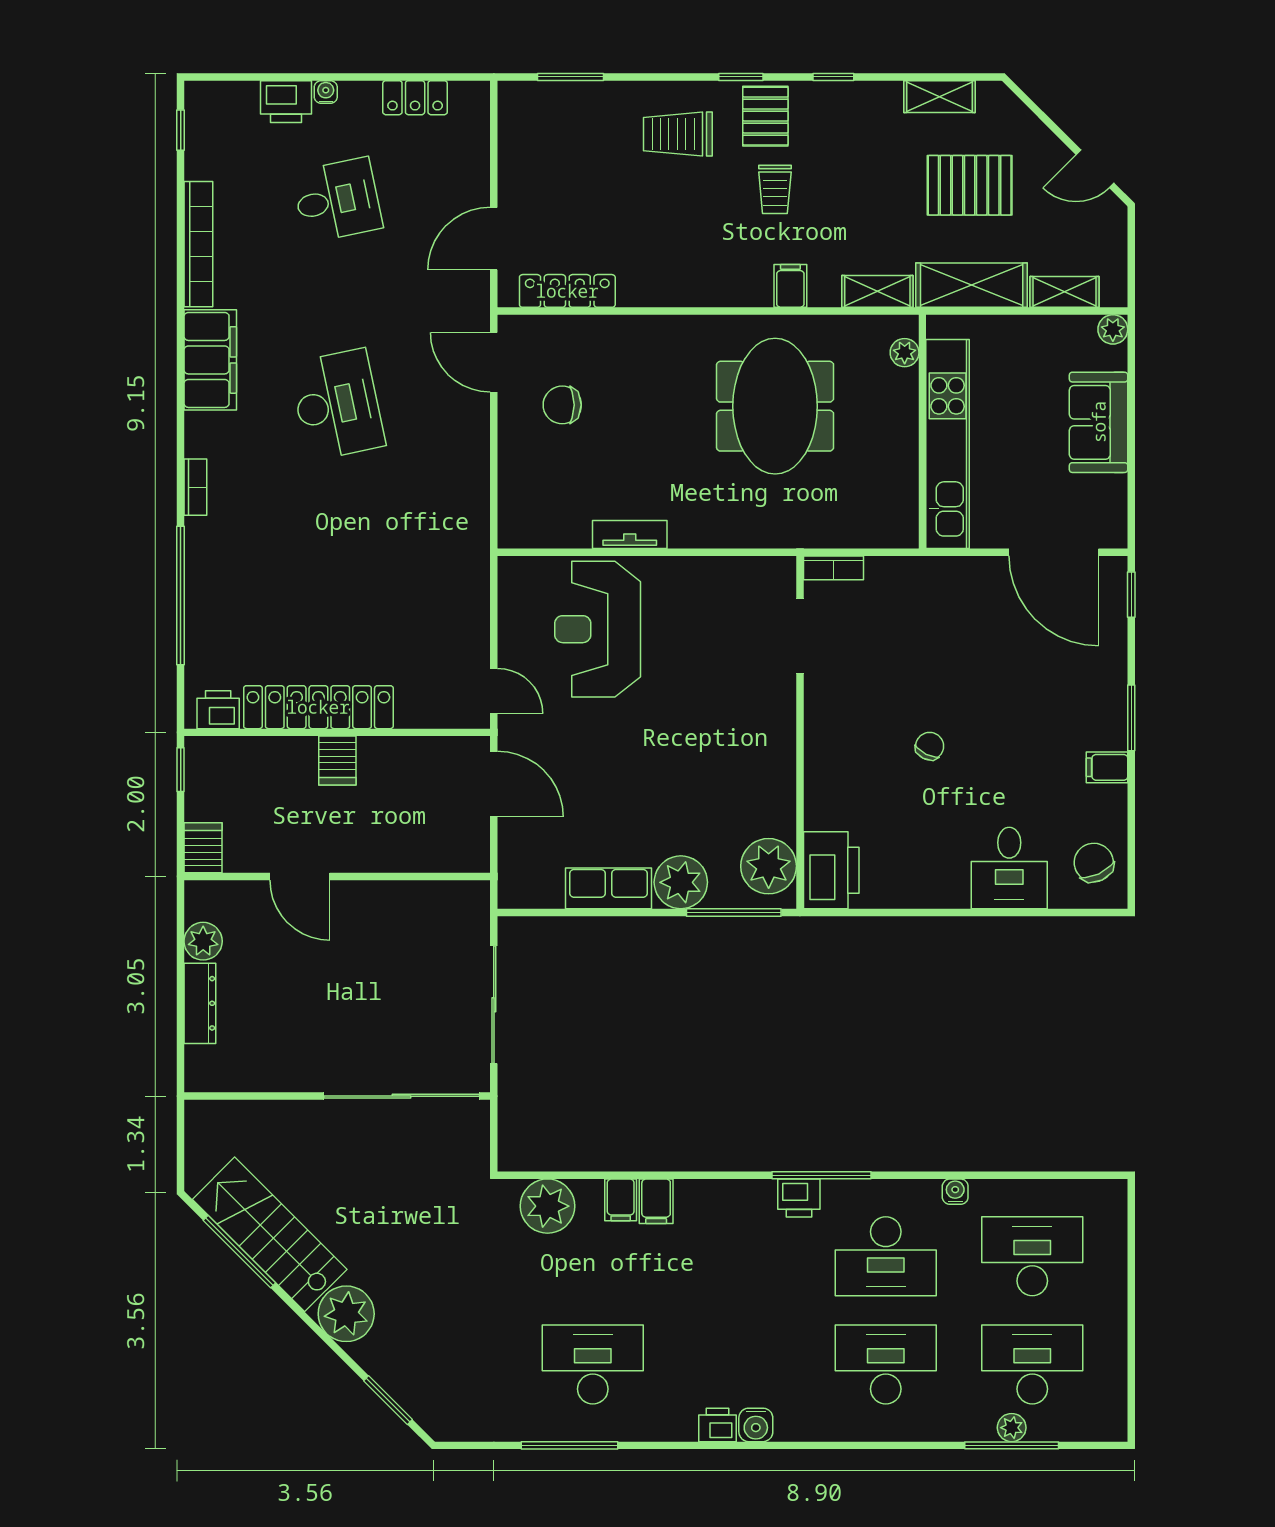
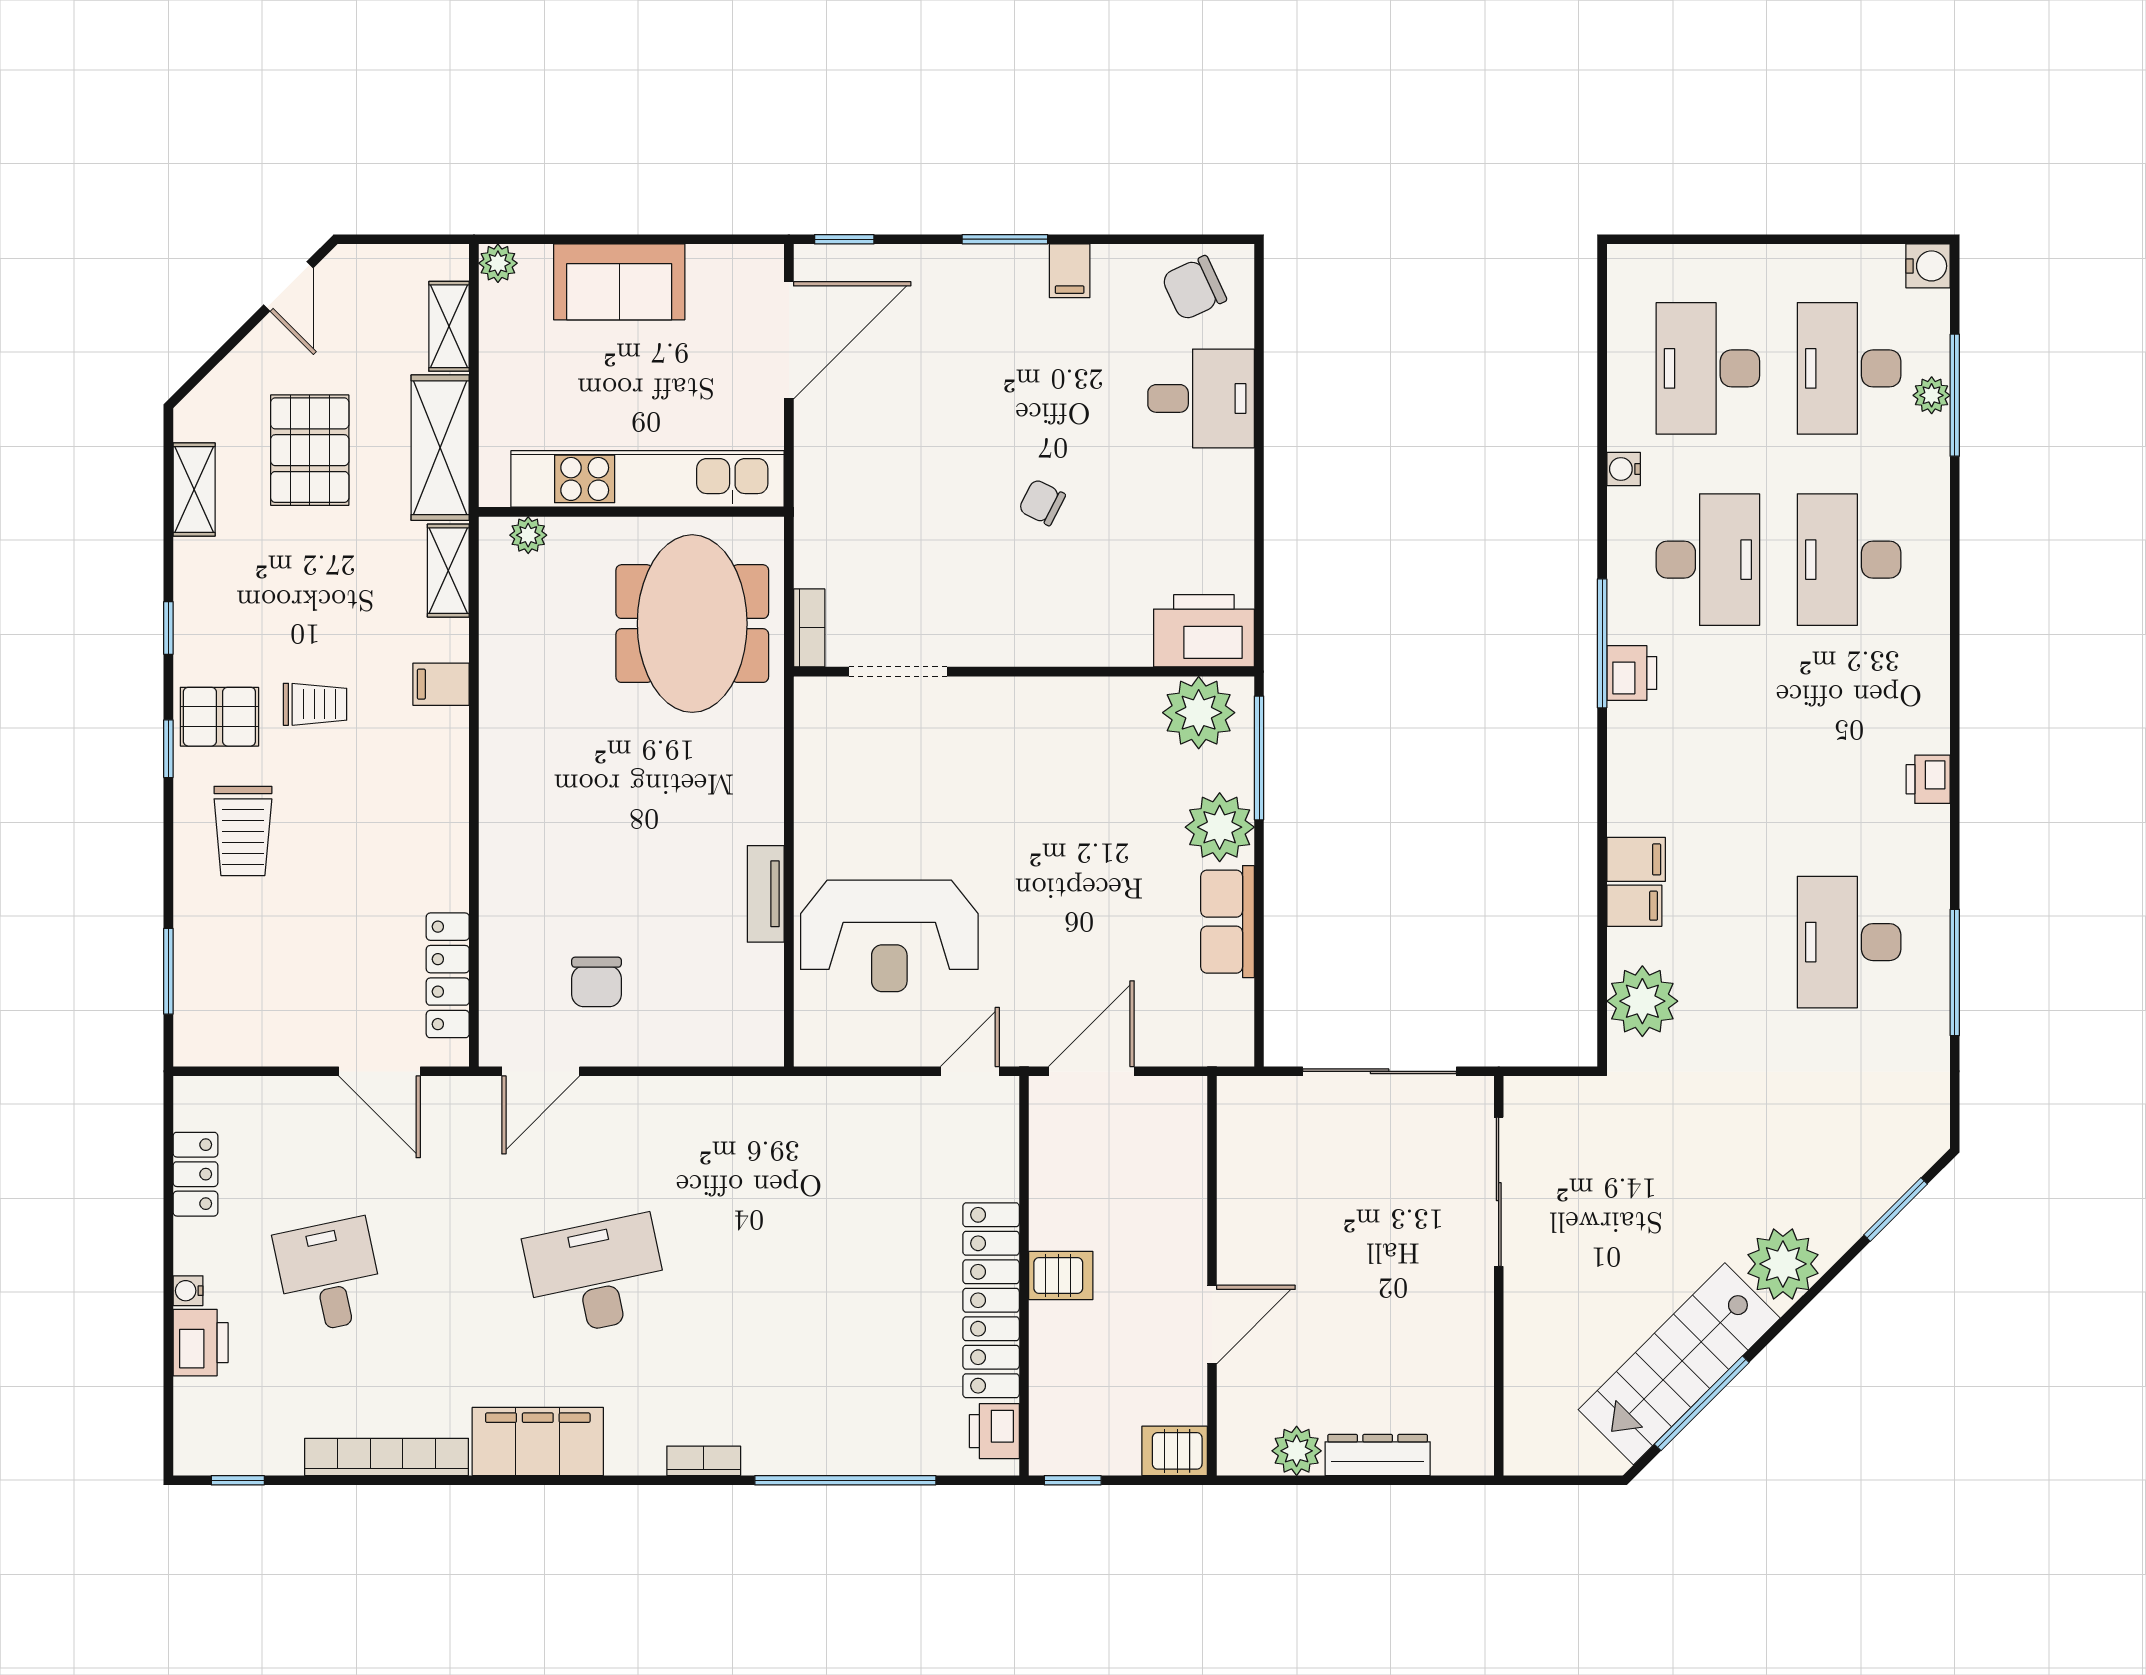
meeting table: (775, 406) -> (692, 624), moved, turned 90
sliding door: (402, 1096) -> (1499, 1192), width x0.73
water cooler: (756, 1425) -> (1928, 266), moved

